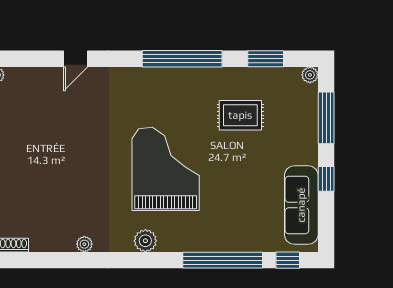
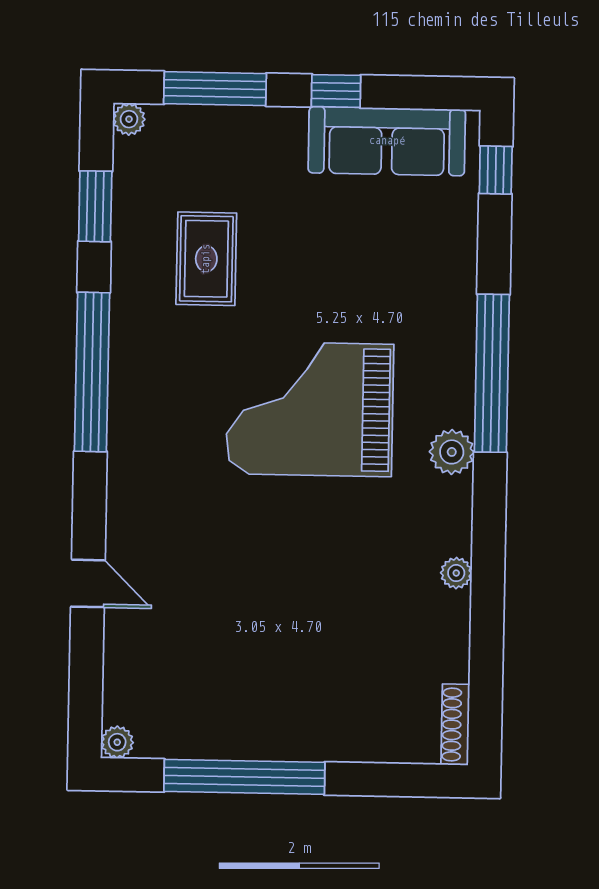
window: (223, 260) -> (492, 373), moved

